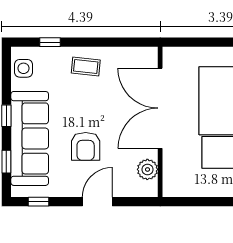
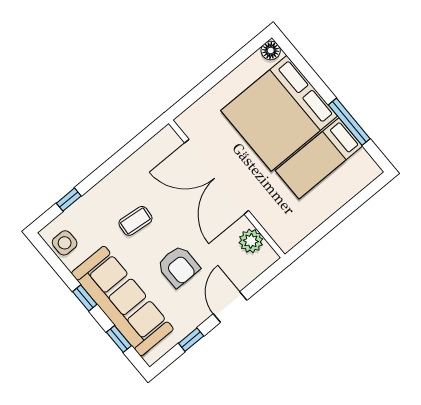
coffee table: (86, 66) -> (135, 221), moved
window: (38, 202) -> (191, 340), moved

